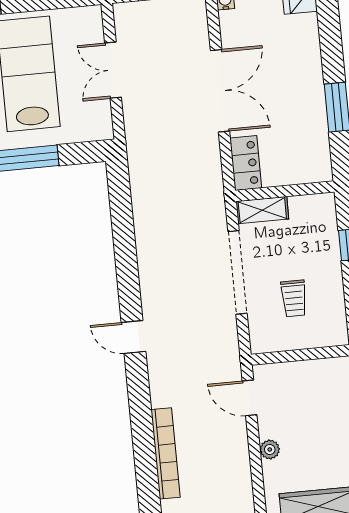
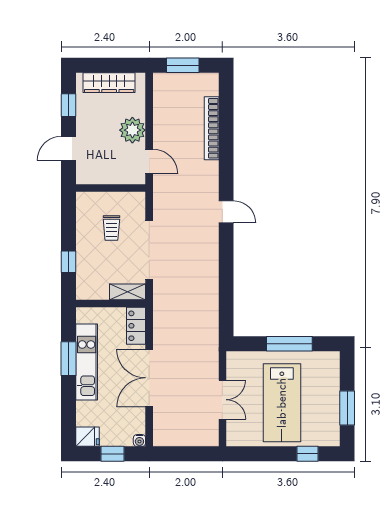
kitchen unit: (311, 105) -> (87, 362), added
trolley: (294, 298) -> (111, 228), turned 180
plant: (270, 449) -> (132, 130), width x1.88, depth x1.88

